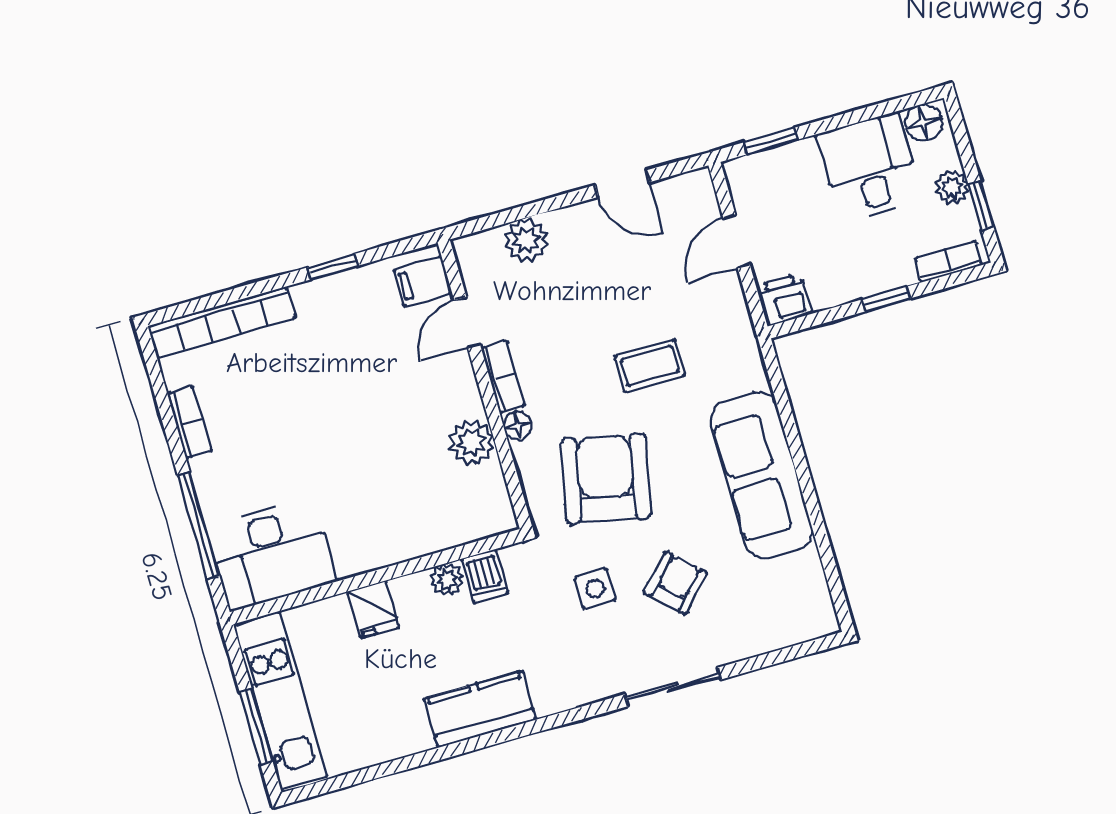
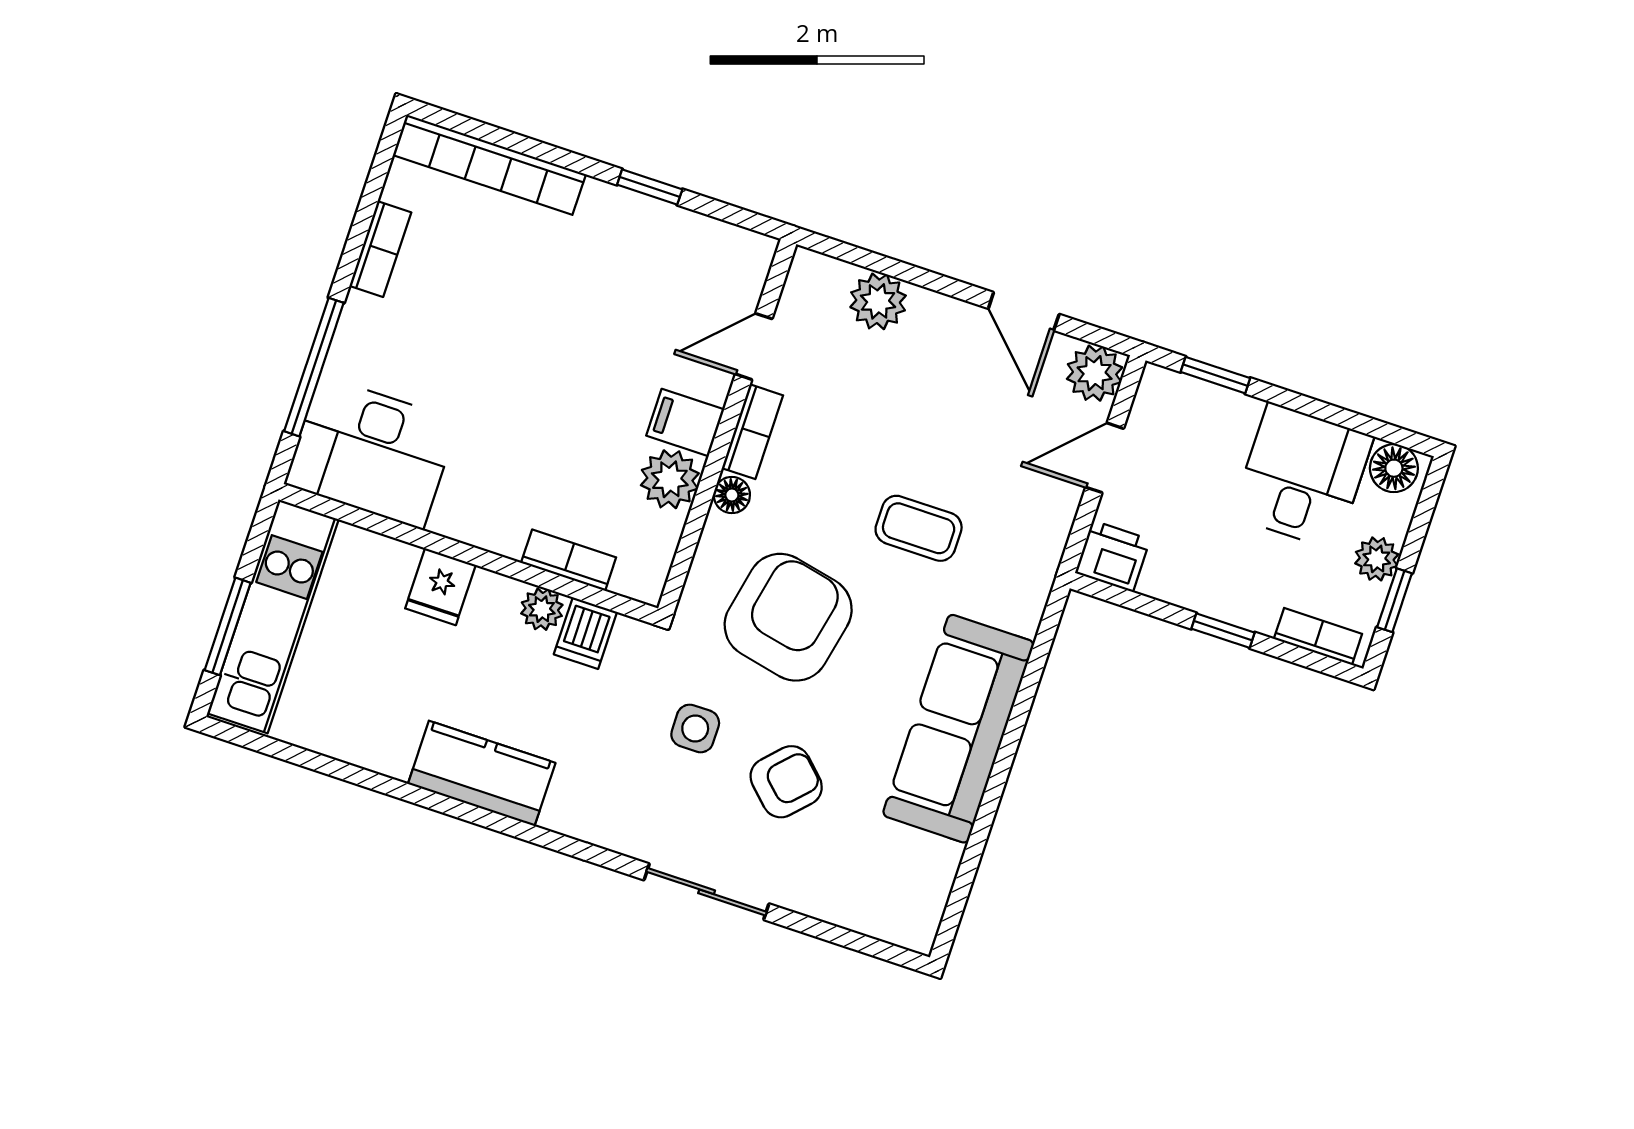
plant: (694, 192) -> (1095, 373), added
filing cabinet: (423, 281) -> (685, 423), moved
bookcase: (443, 537) -> (569, 560), added

